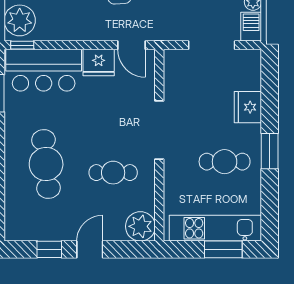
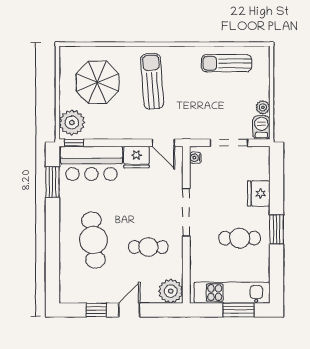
water cooler: (170, 63) -> (195, 158), added

